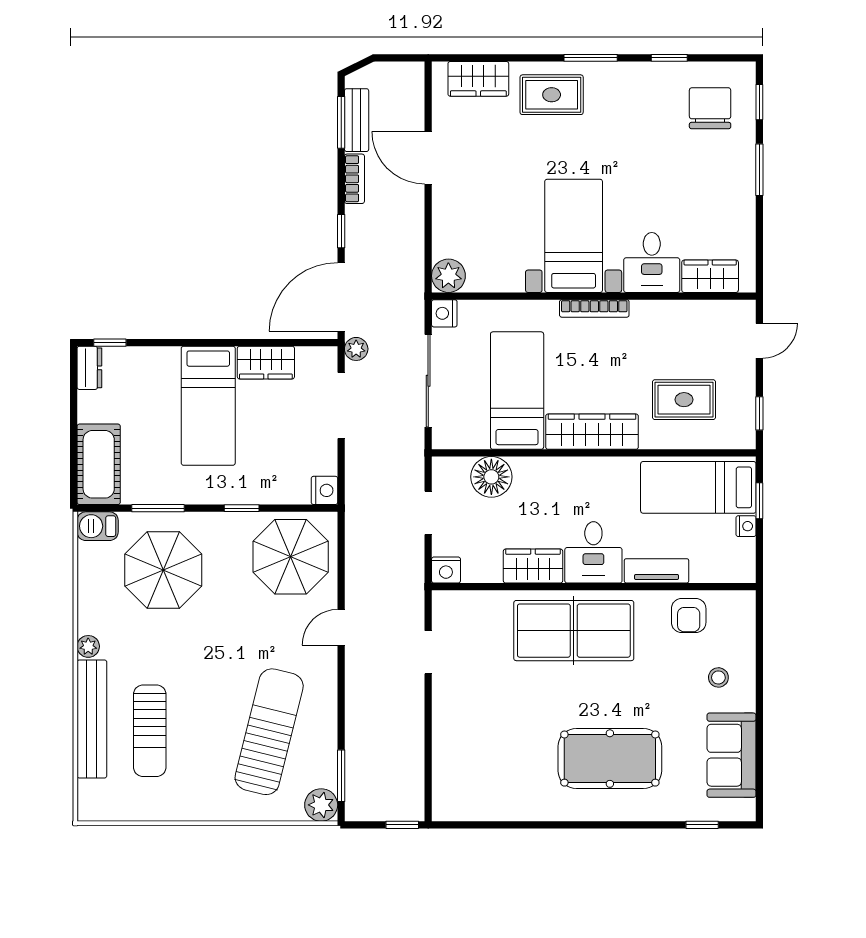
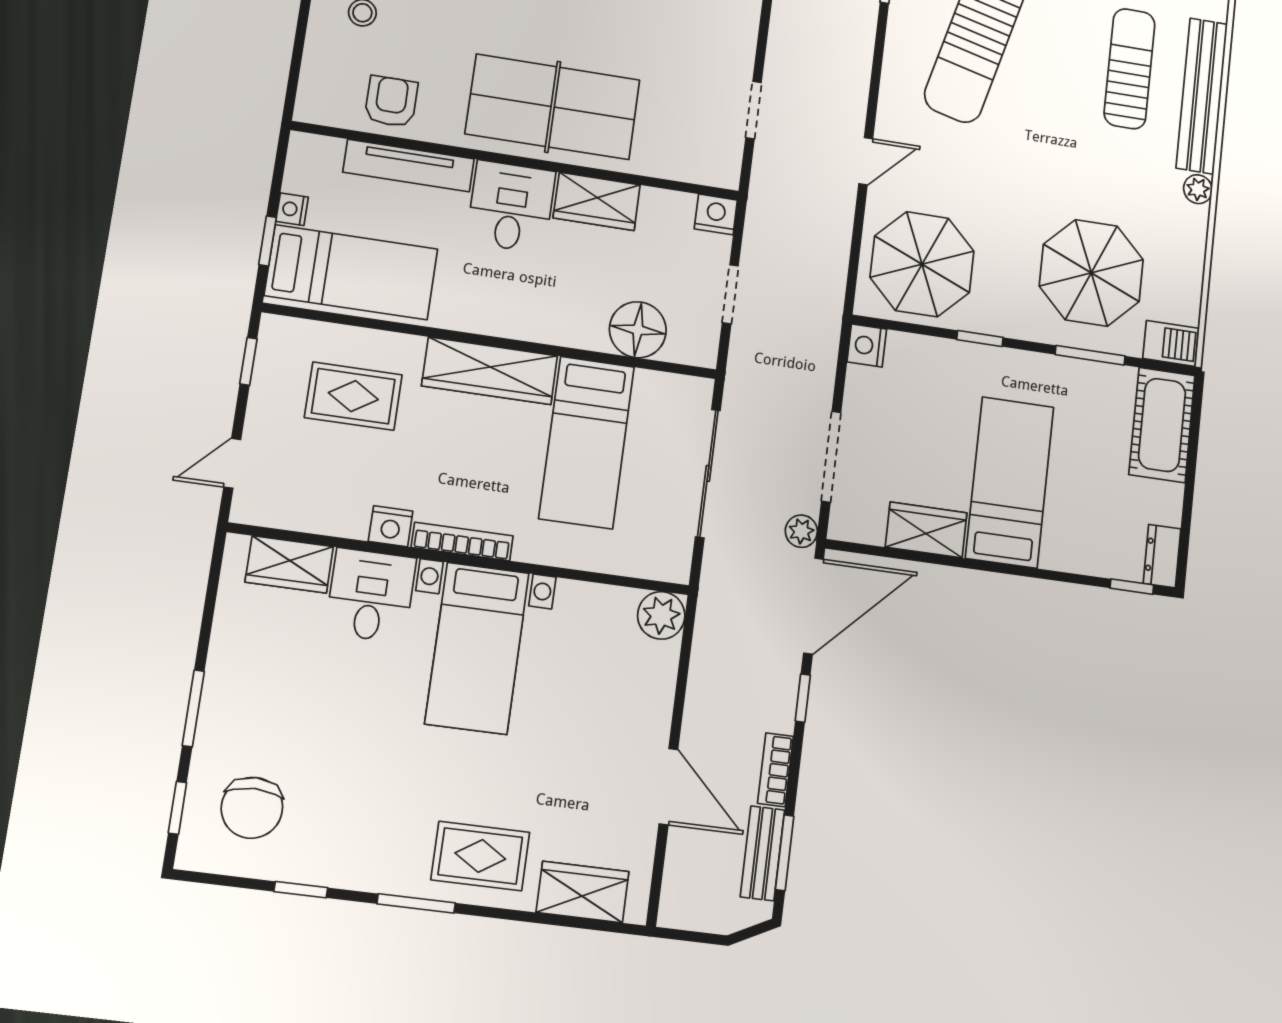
nightstand: (444, 313) -> (391, 526), moved, turned 90
tv unit: (657, 571) -> (409, 165), width x1.41

